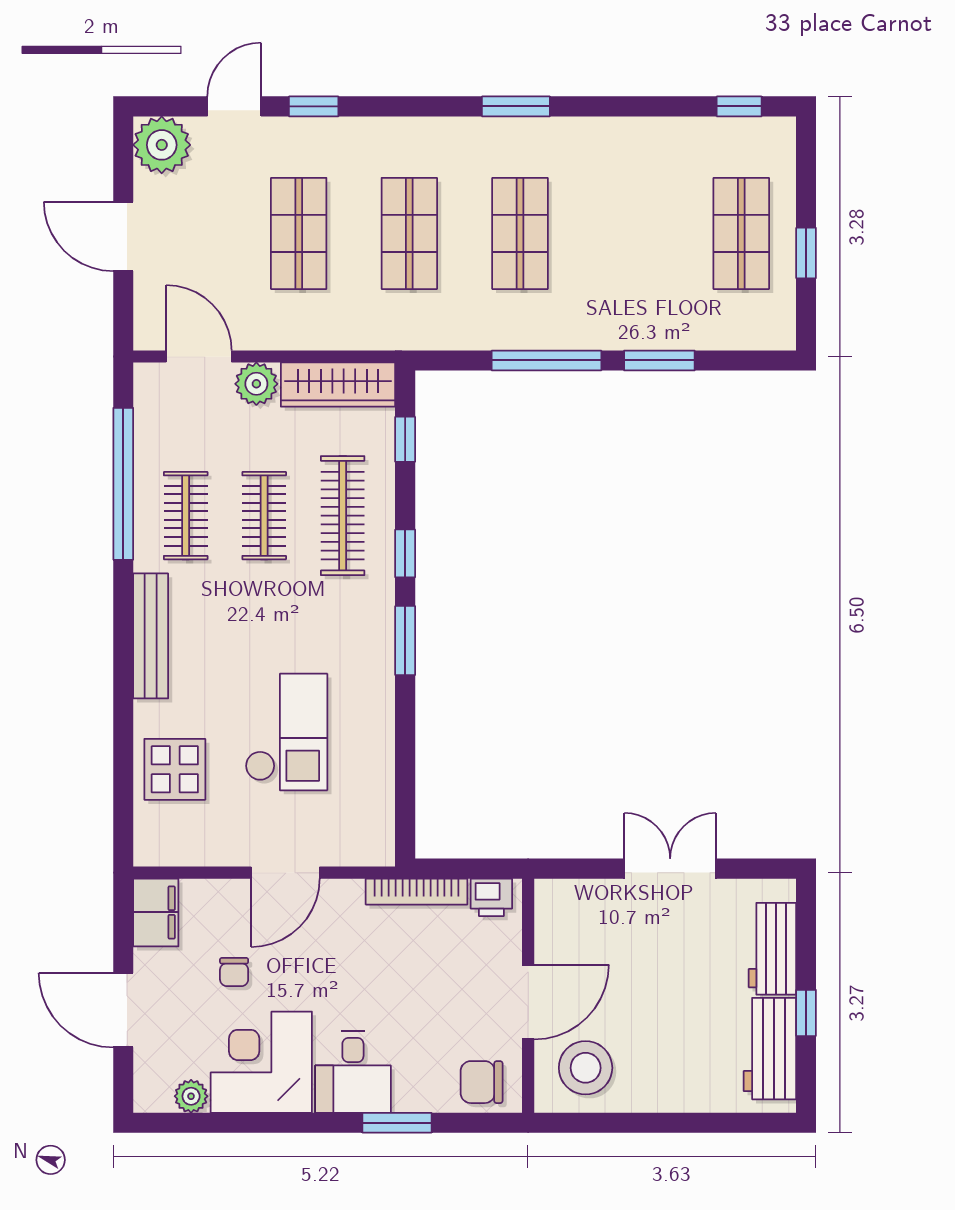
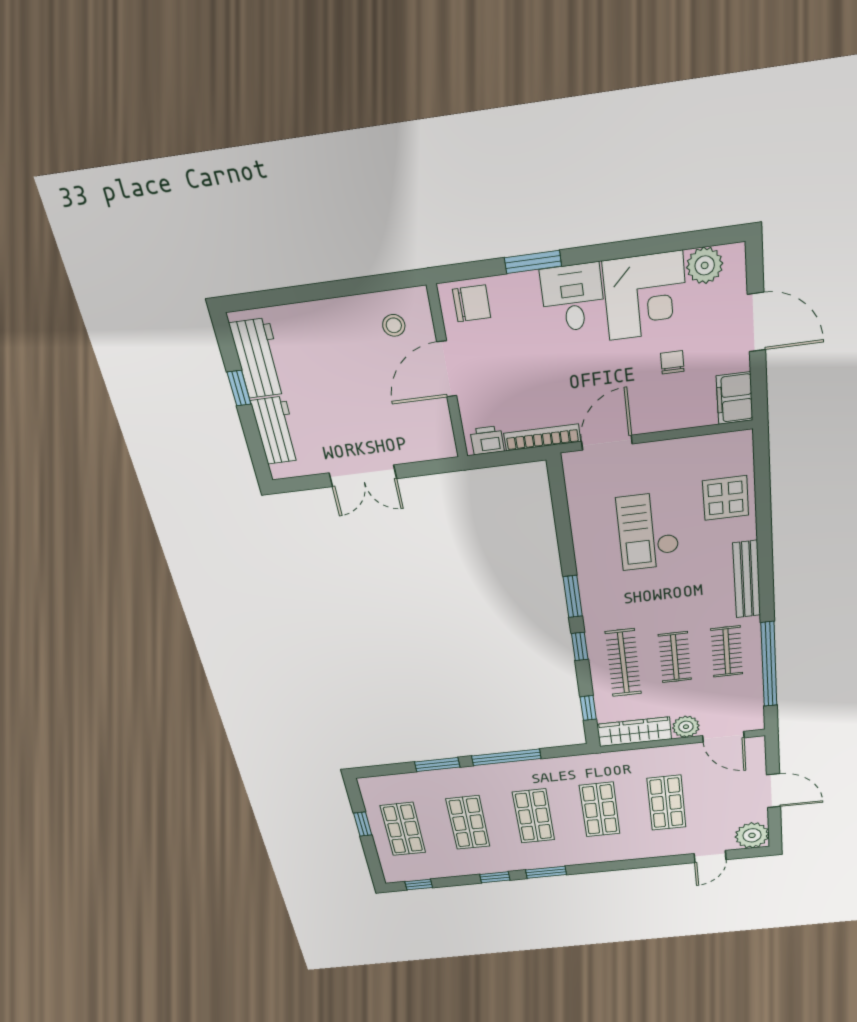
window: (314, 106) -> (495, 877), moved
shop shelf: (631, 233) -> (468, 823), added
door: (285, 873) -> (607, 443), moved
stool: (586, 1068) -> (394, 325), width x0.53, depth x0.53
plant: (191, 1096) -> (705, 265), width x1.38, depth x1.38

